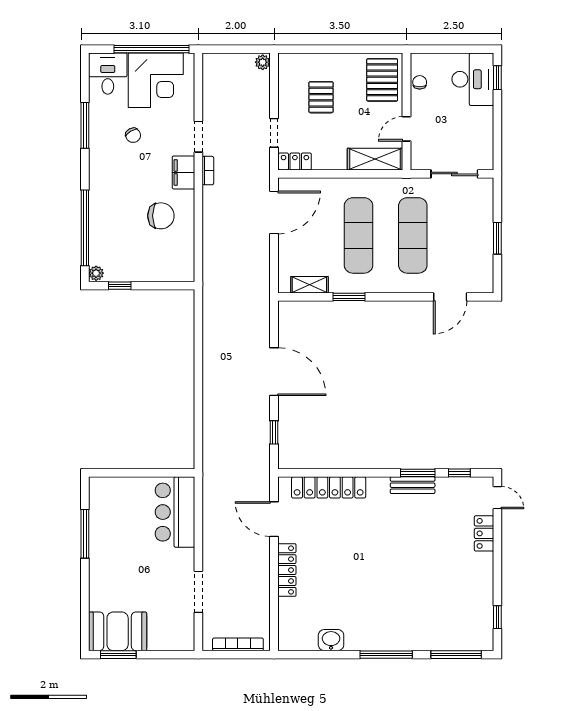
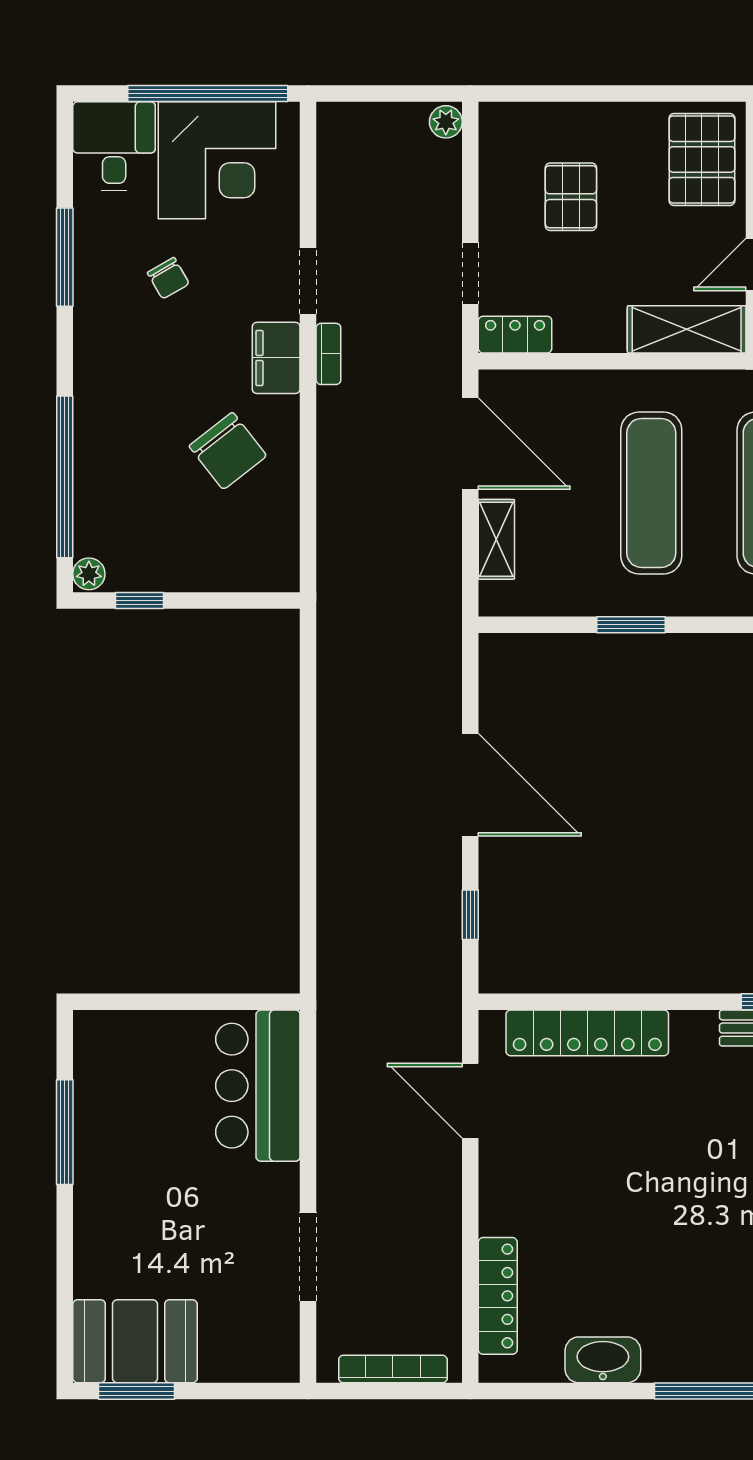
door: (274, 212) -> (470, 444), hinge flipped
chair: (161, 216) -> (228, 451), turned 52
shelving: (309, 285) -> (496, 539), moved, turned 90
locker: (287, 570) -> (498, 1296), moved
washbasin: (331, 640) -> (603, 1360), width x1.38

